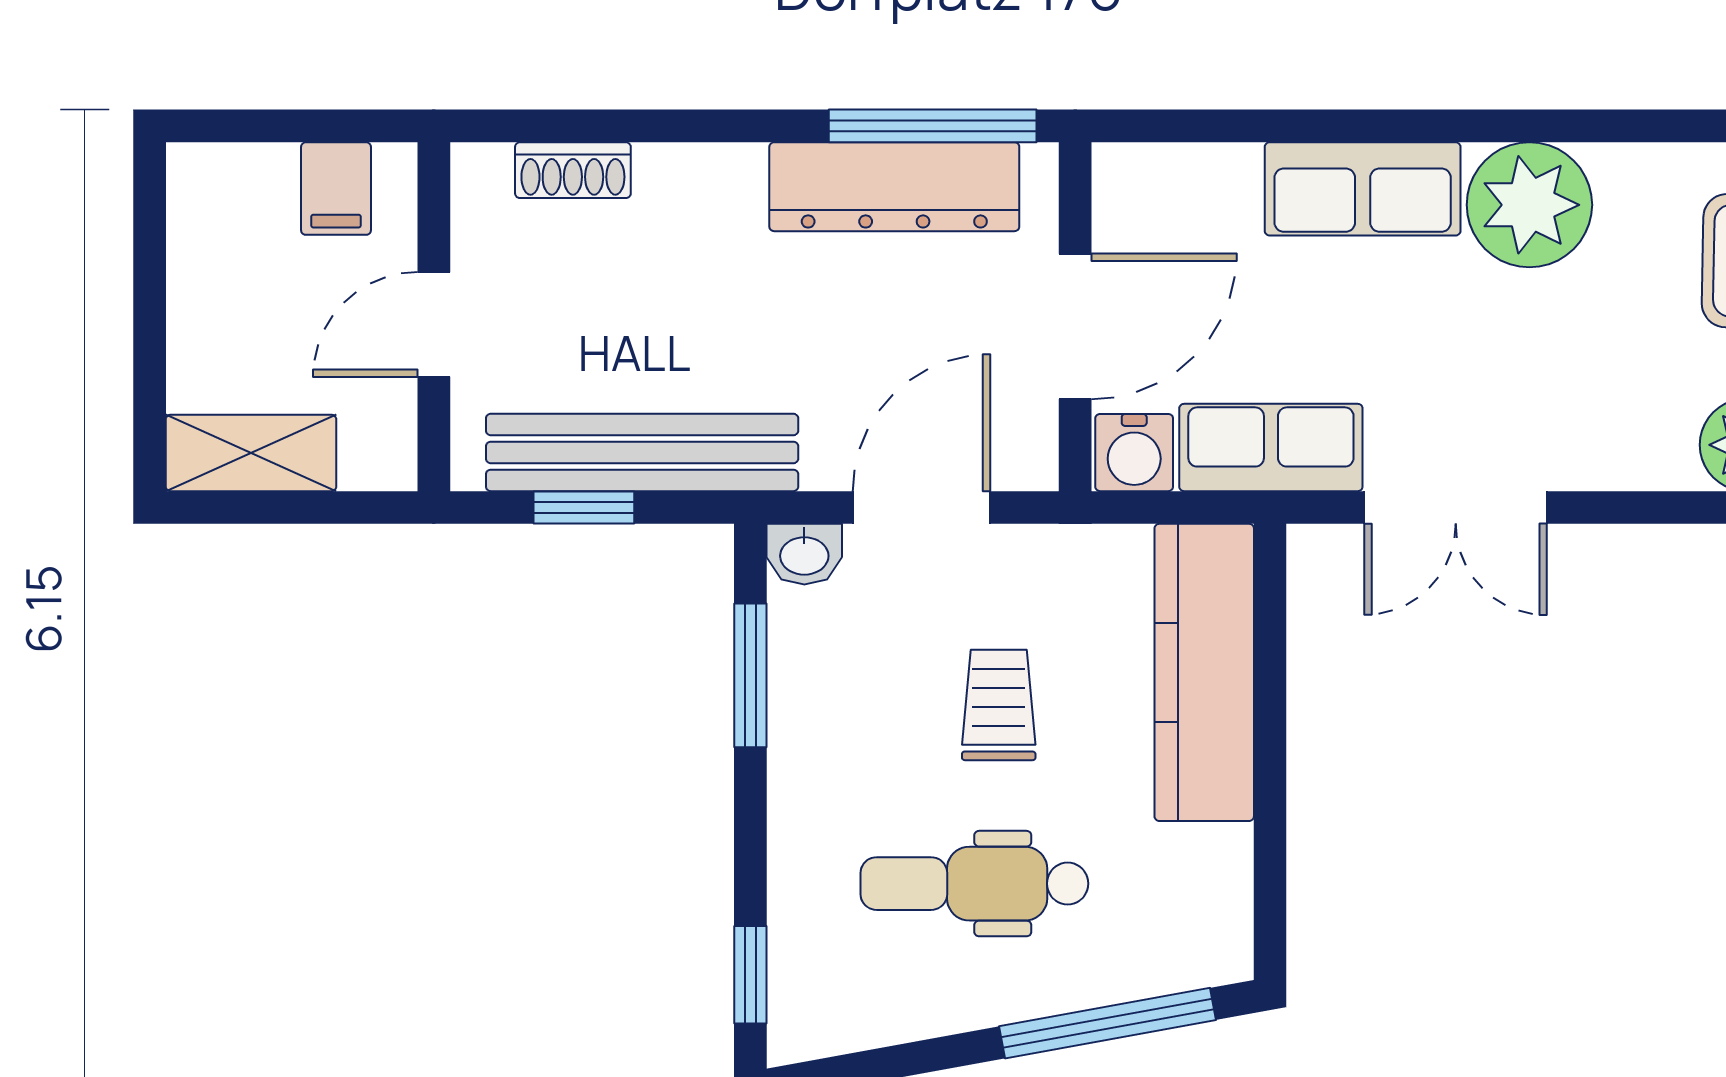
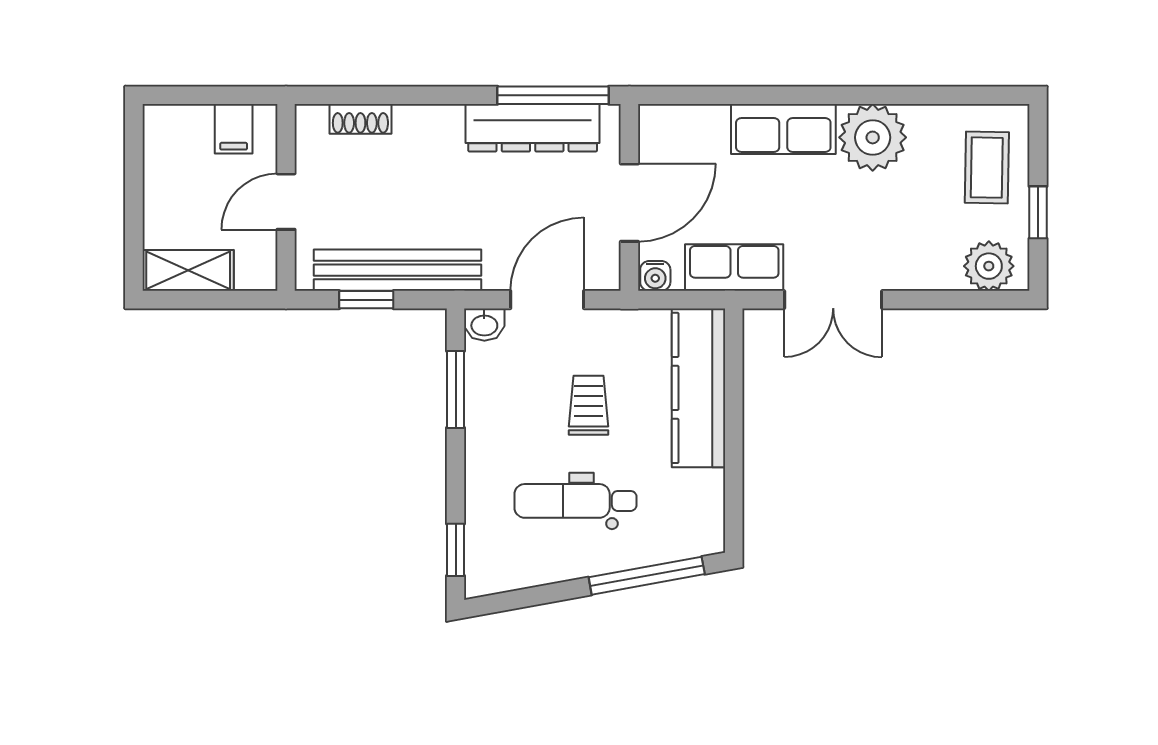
water cooler: (1134, 453) -> (655, 276), width x0.72, depth x0.72

